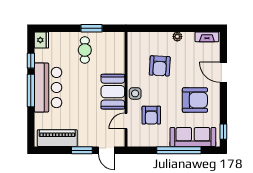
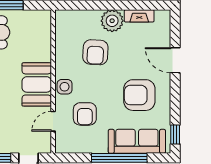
plant: (177, 37) -> (112, 21), width x1.88, depth x1.88
fireplace: (207, 37) -> (139, 16), moved
armchair: (195, 100) -> (139, 95), turned 180

